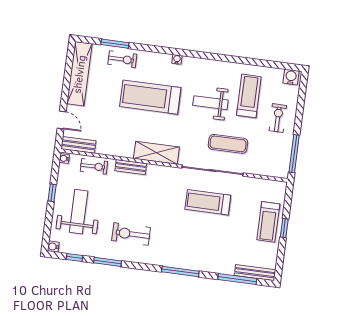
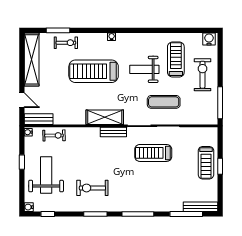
exercise bike: (278, 118) -> (203, 75), width x1.38, depth x1.39
bench: (131, 167) -> (113, 132), moved
window: (107, 262) -> (95, 214), moved

